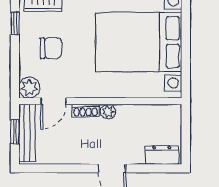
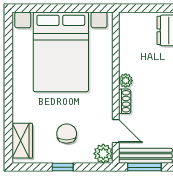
window: (15, 23) -> (63, 167), moved
window: (15, 132) -> (144, 167), width x1.50

